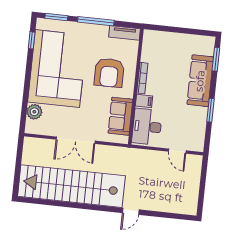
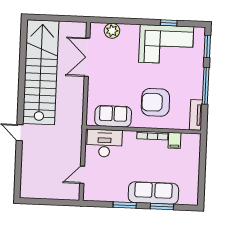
window: (32, 40) -> (169, 23), moved
window: (216, 59) -> (162, 207), moved
corner sofa: (57, 69) -> (166, 44), width x0.73, depth x0.74
filing cabinet: (144, 101) -> (175, 140), moved
double door: (76, 140) -> (87, 57), moved

